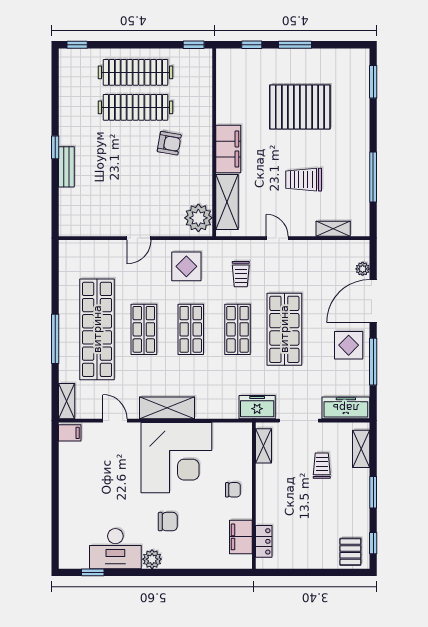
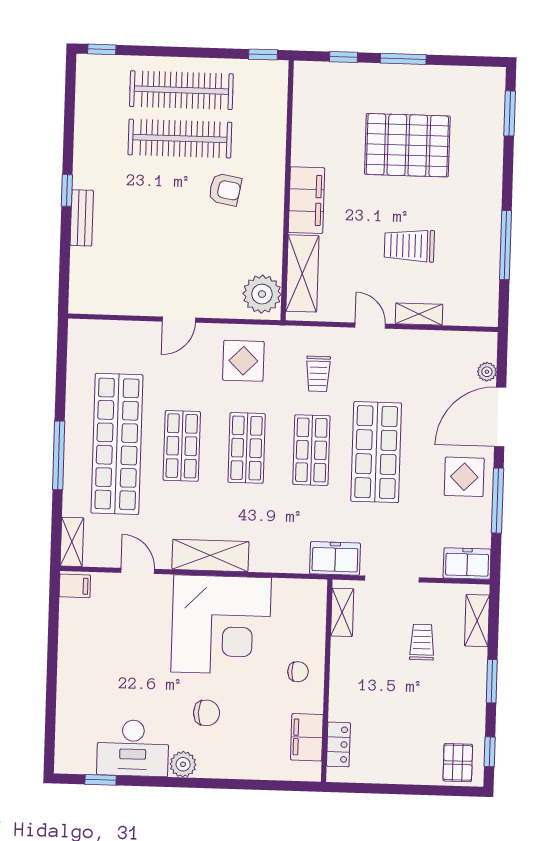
shelving: (333, 229) -> (419, 314), moved
freezer: (346, 408) -> (467, 564), width x0.71

